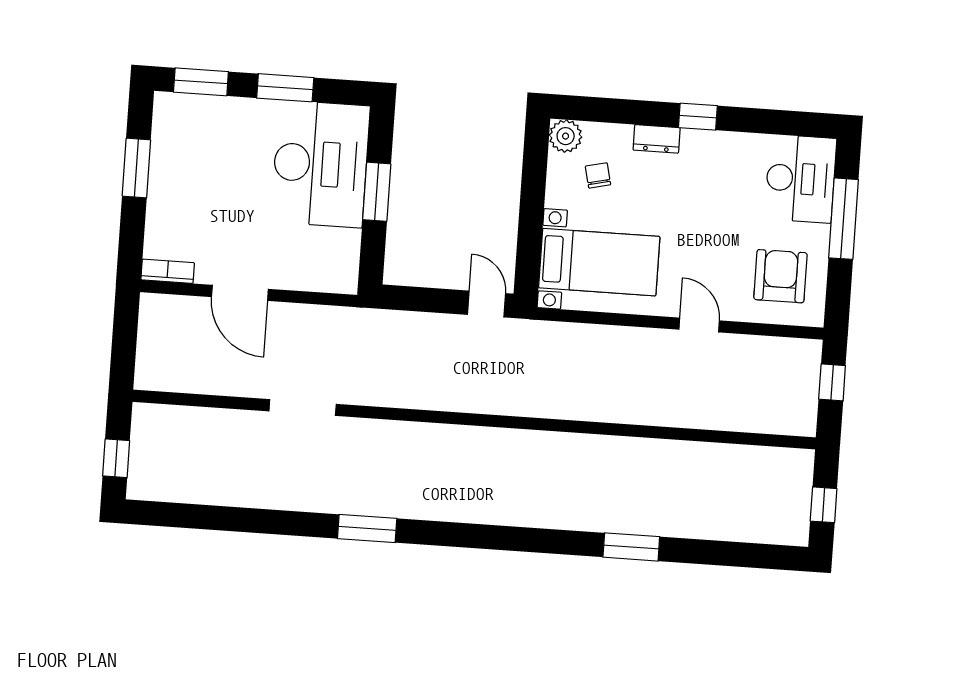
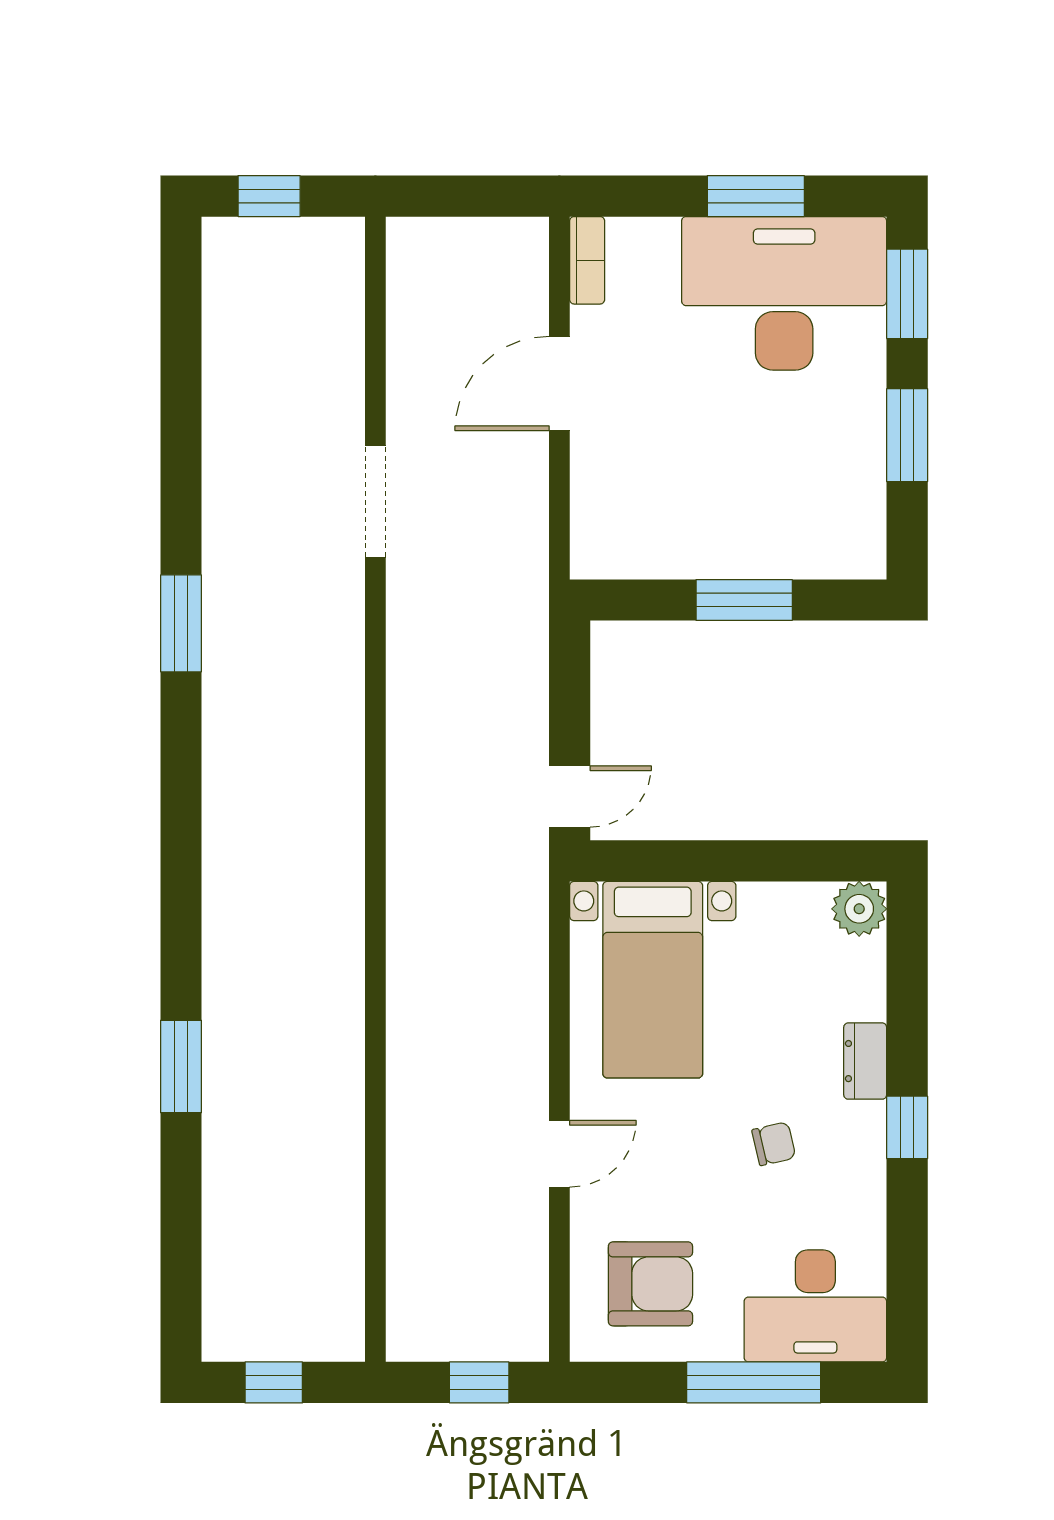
desk: (320, 164) -> (784, 293), moved, turned 180
chair: (598, 175) -> (774, 1144), moved

